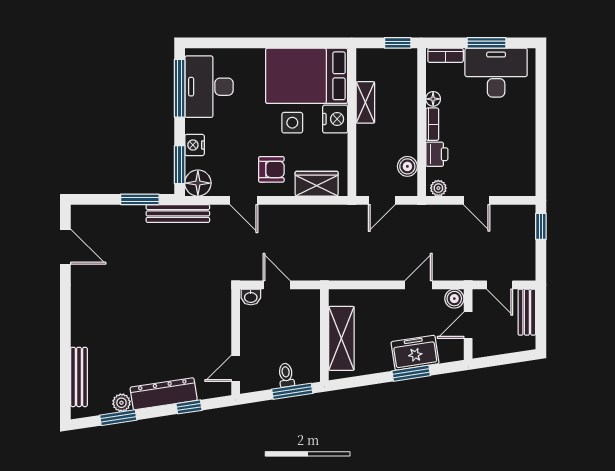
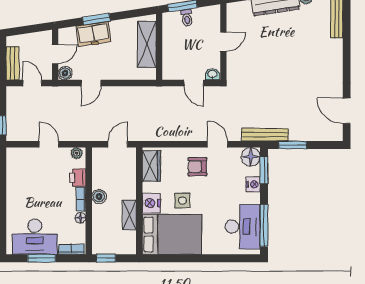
boiler: (407, 166) -> (99, 196), moved
wardrobe: (317, 184) -> (151, 166), moved, turned -90
door: (236, 368) -> (223, 42), moved

